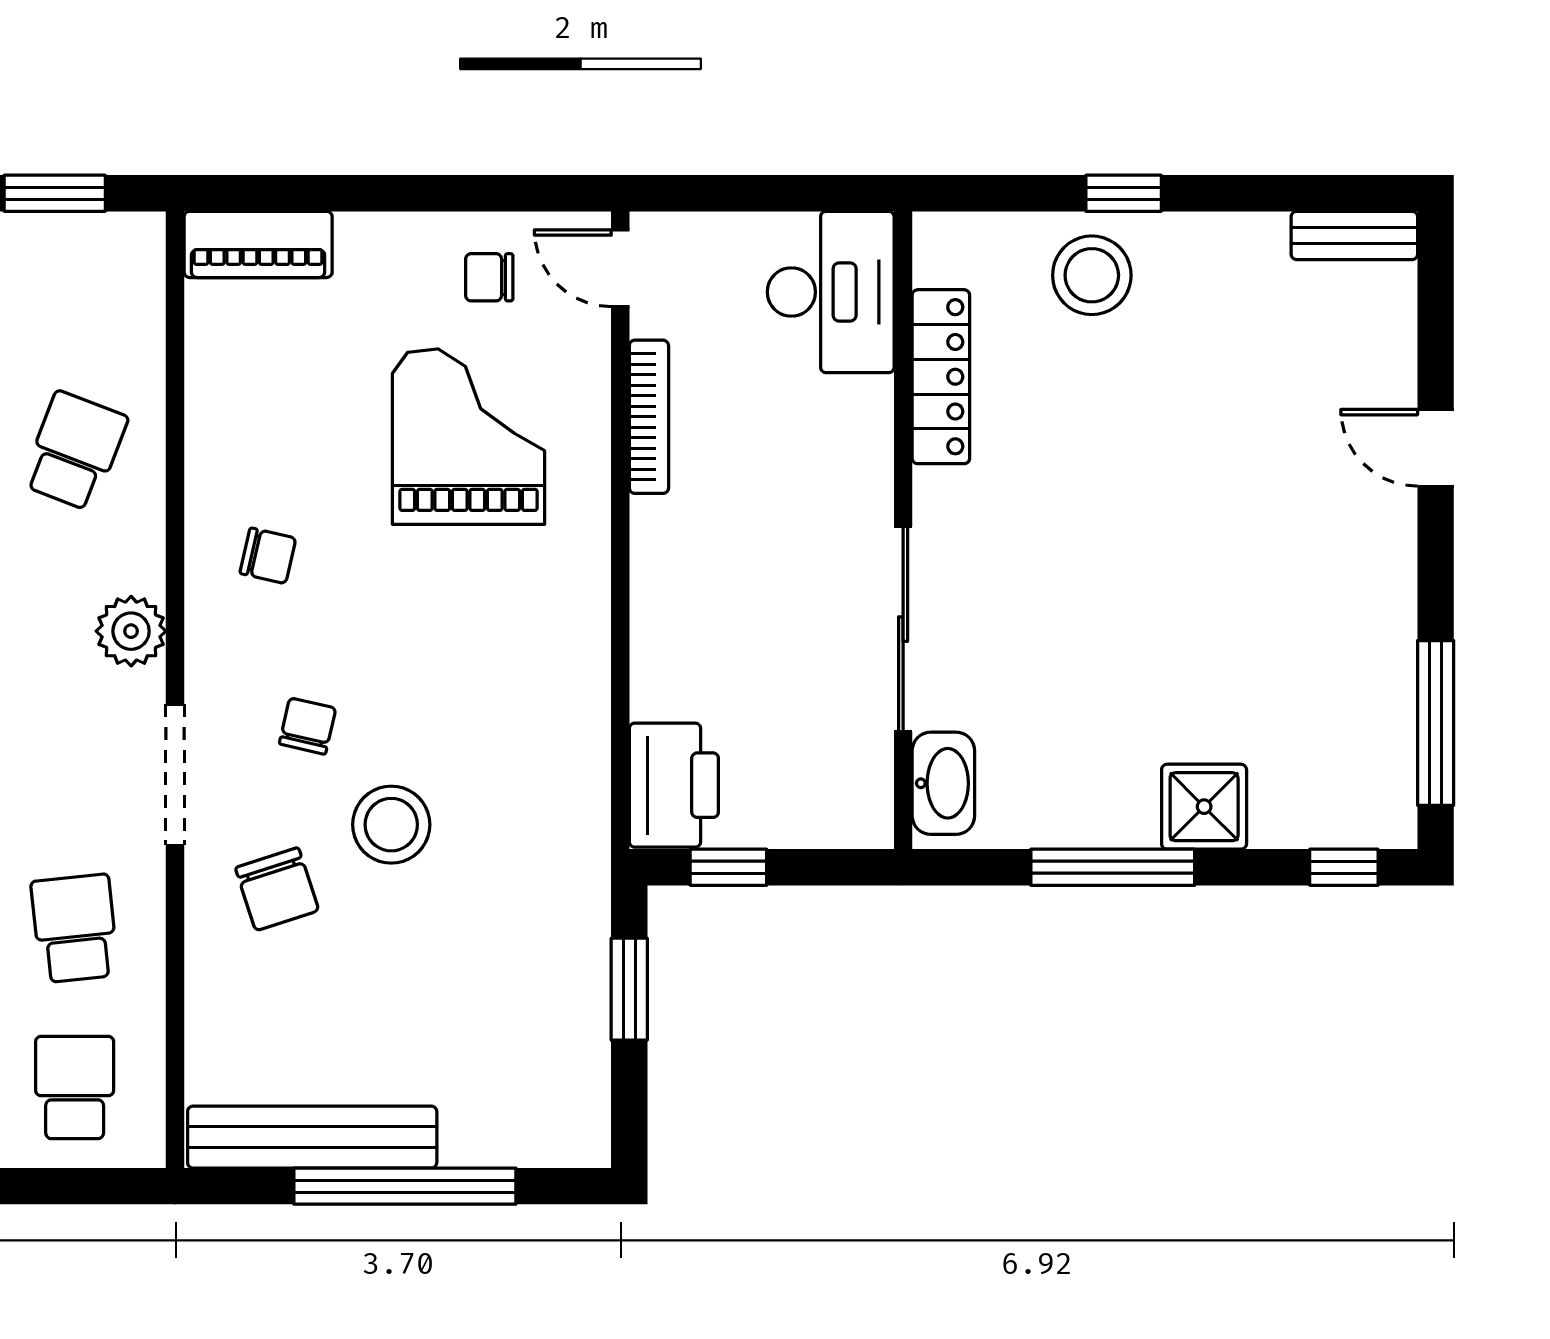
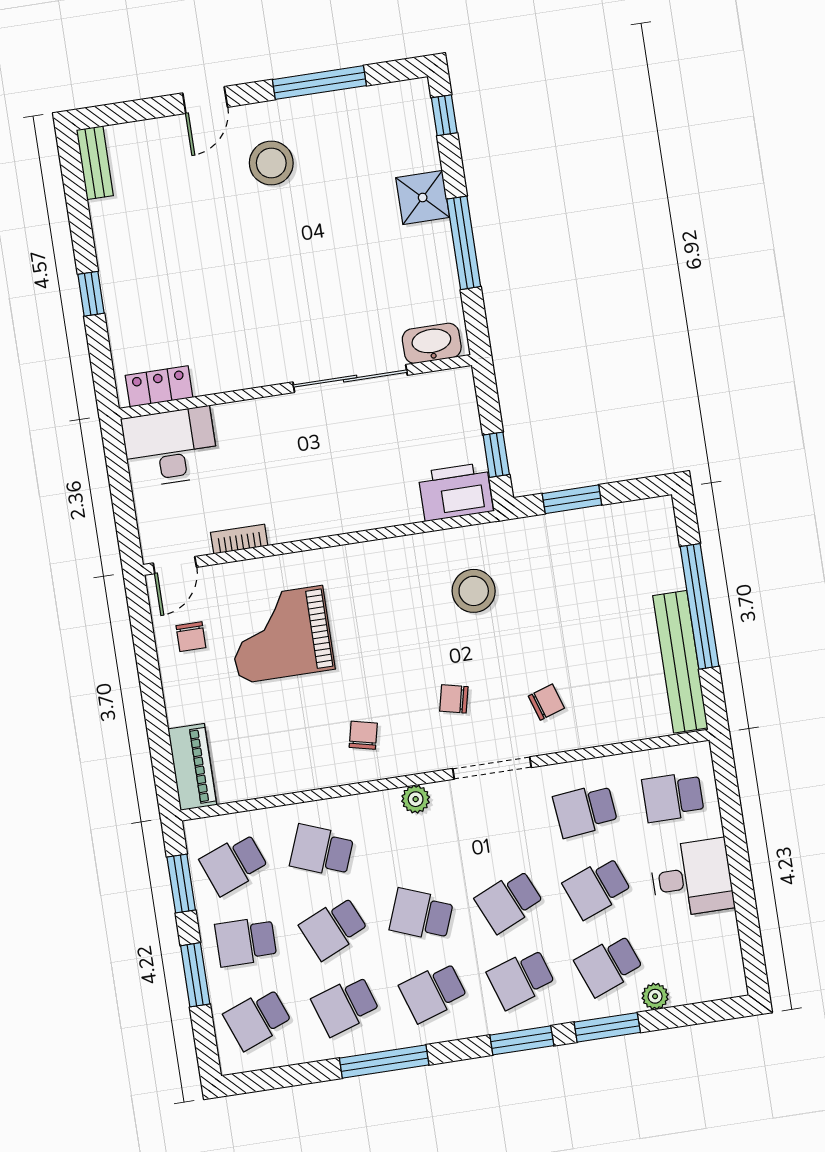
stool: (1092, 275) -> (271, 163), moved
school desk: (75, 292) -> (234, 864), added
locker: (941, 377) -> (159, 386), moved, width x0.66
bookcase: (649, 417) -> (239, 539), width x0.64
plant: (131, 631) -> (416, 799), width x0.73, depth x0.73
window: (1436, 723) -> (319, 83), moved
stool: (391, 825) -> (474, 591), moved
chair: (277, 889) -> (546, 702), width x0.73, depth x0.73

